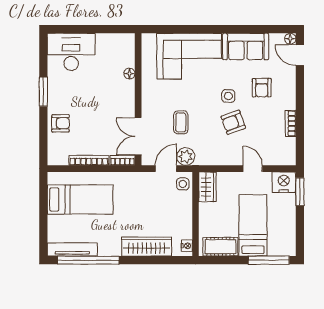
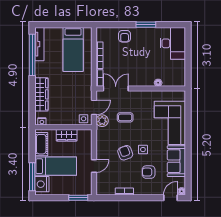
door: (166, 169) -> (94, 107), hinge flipped
nightstand: (284, 182) -> (42, 184), moved, turned 180
wardrobe: (207, 187) -> (67, 135), moved

